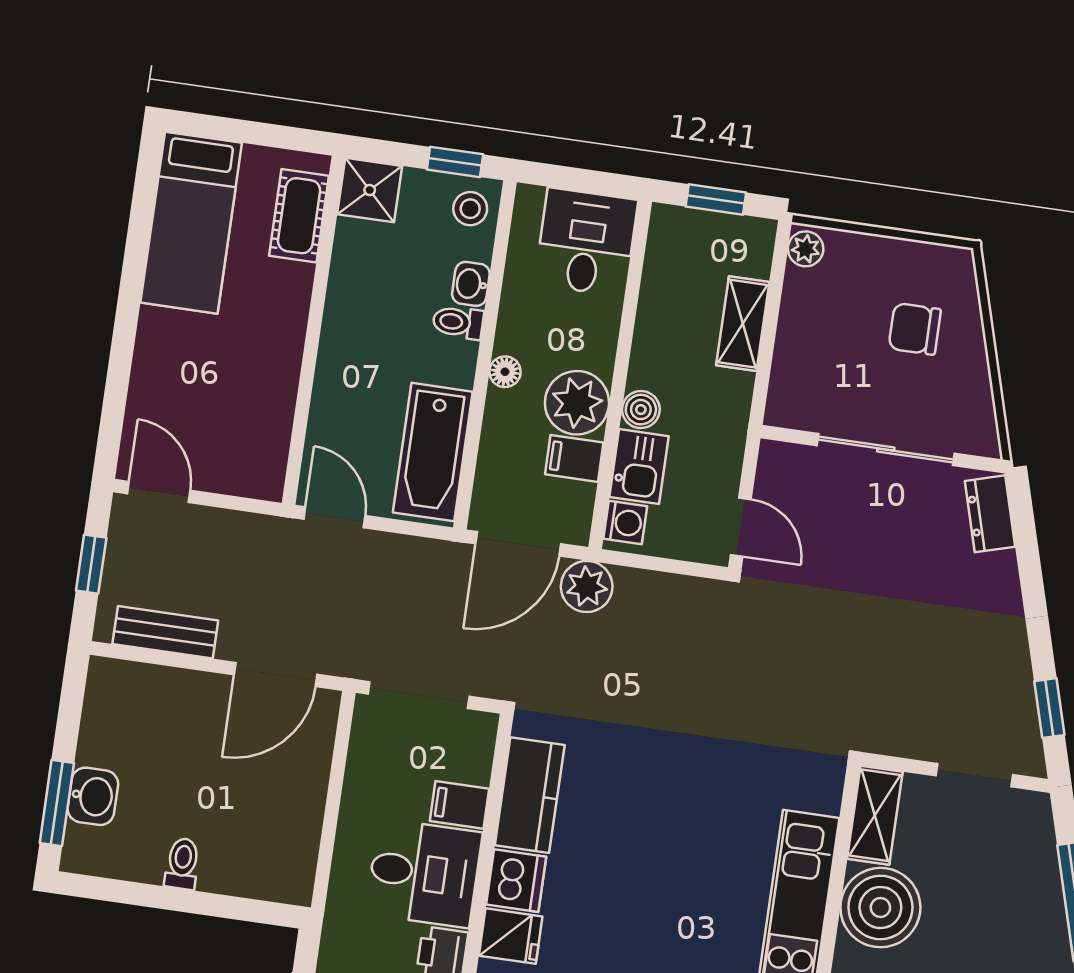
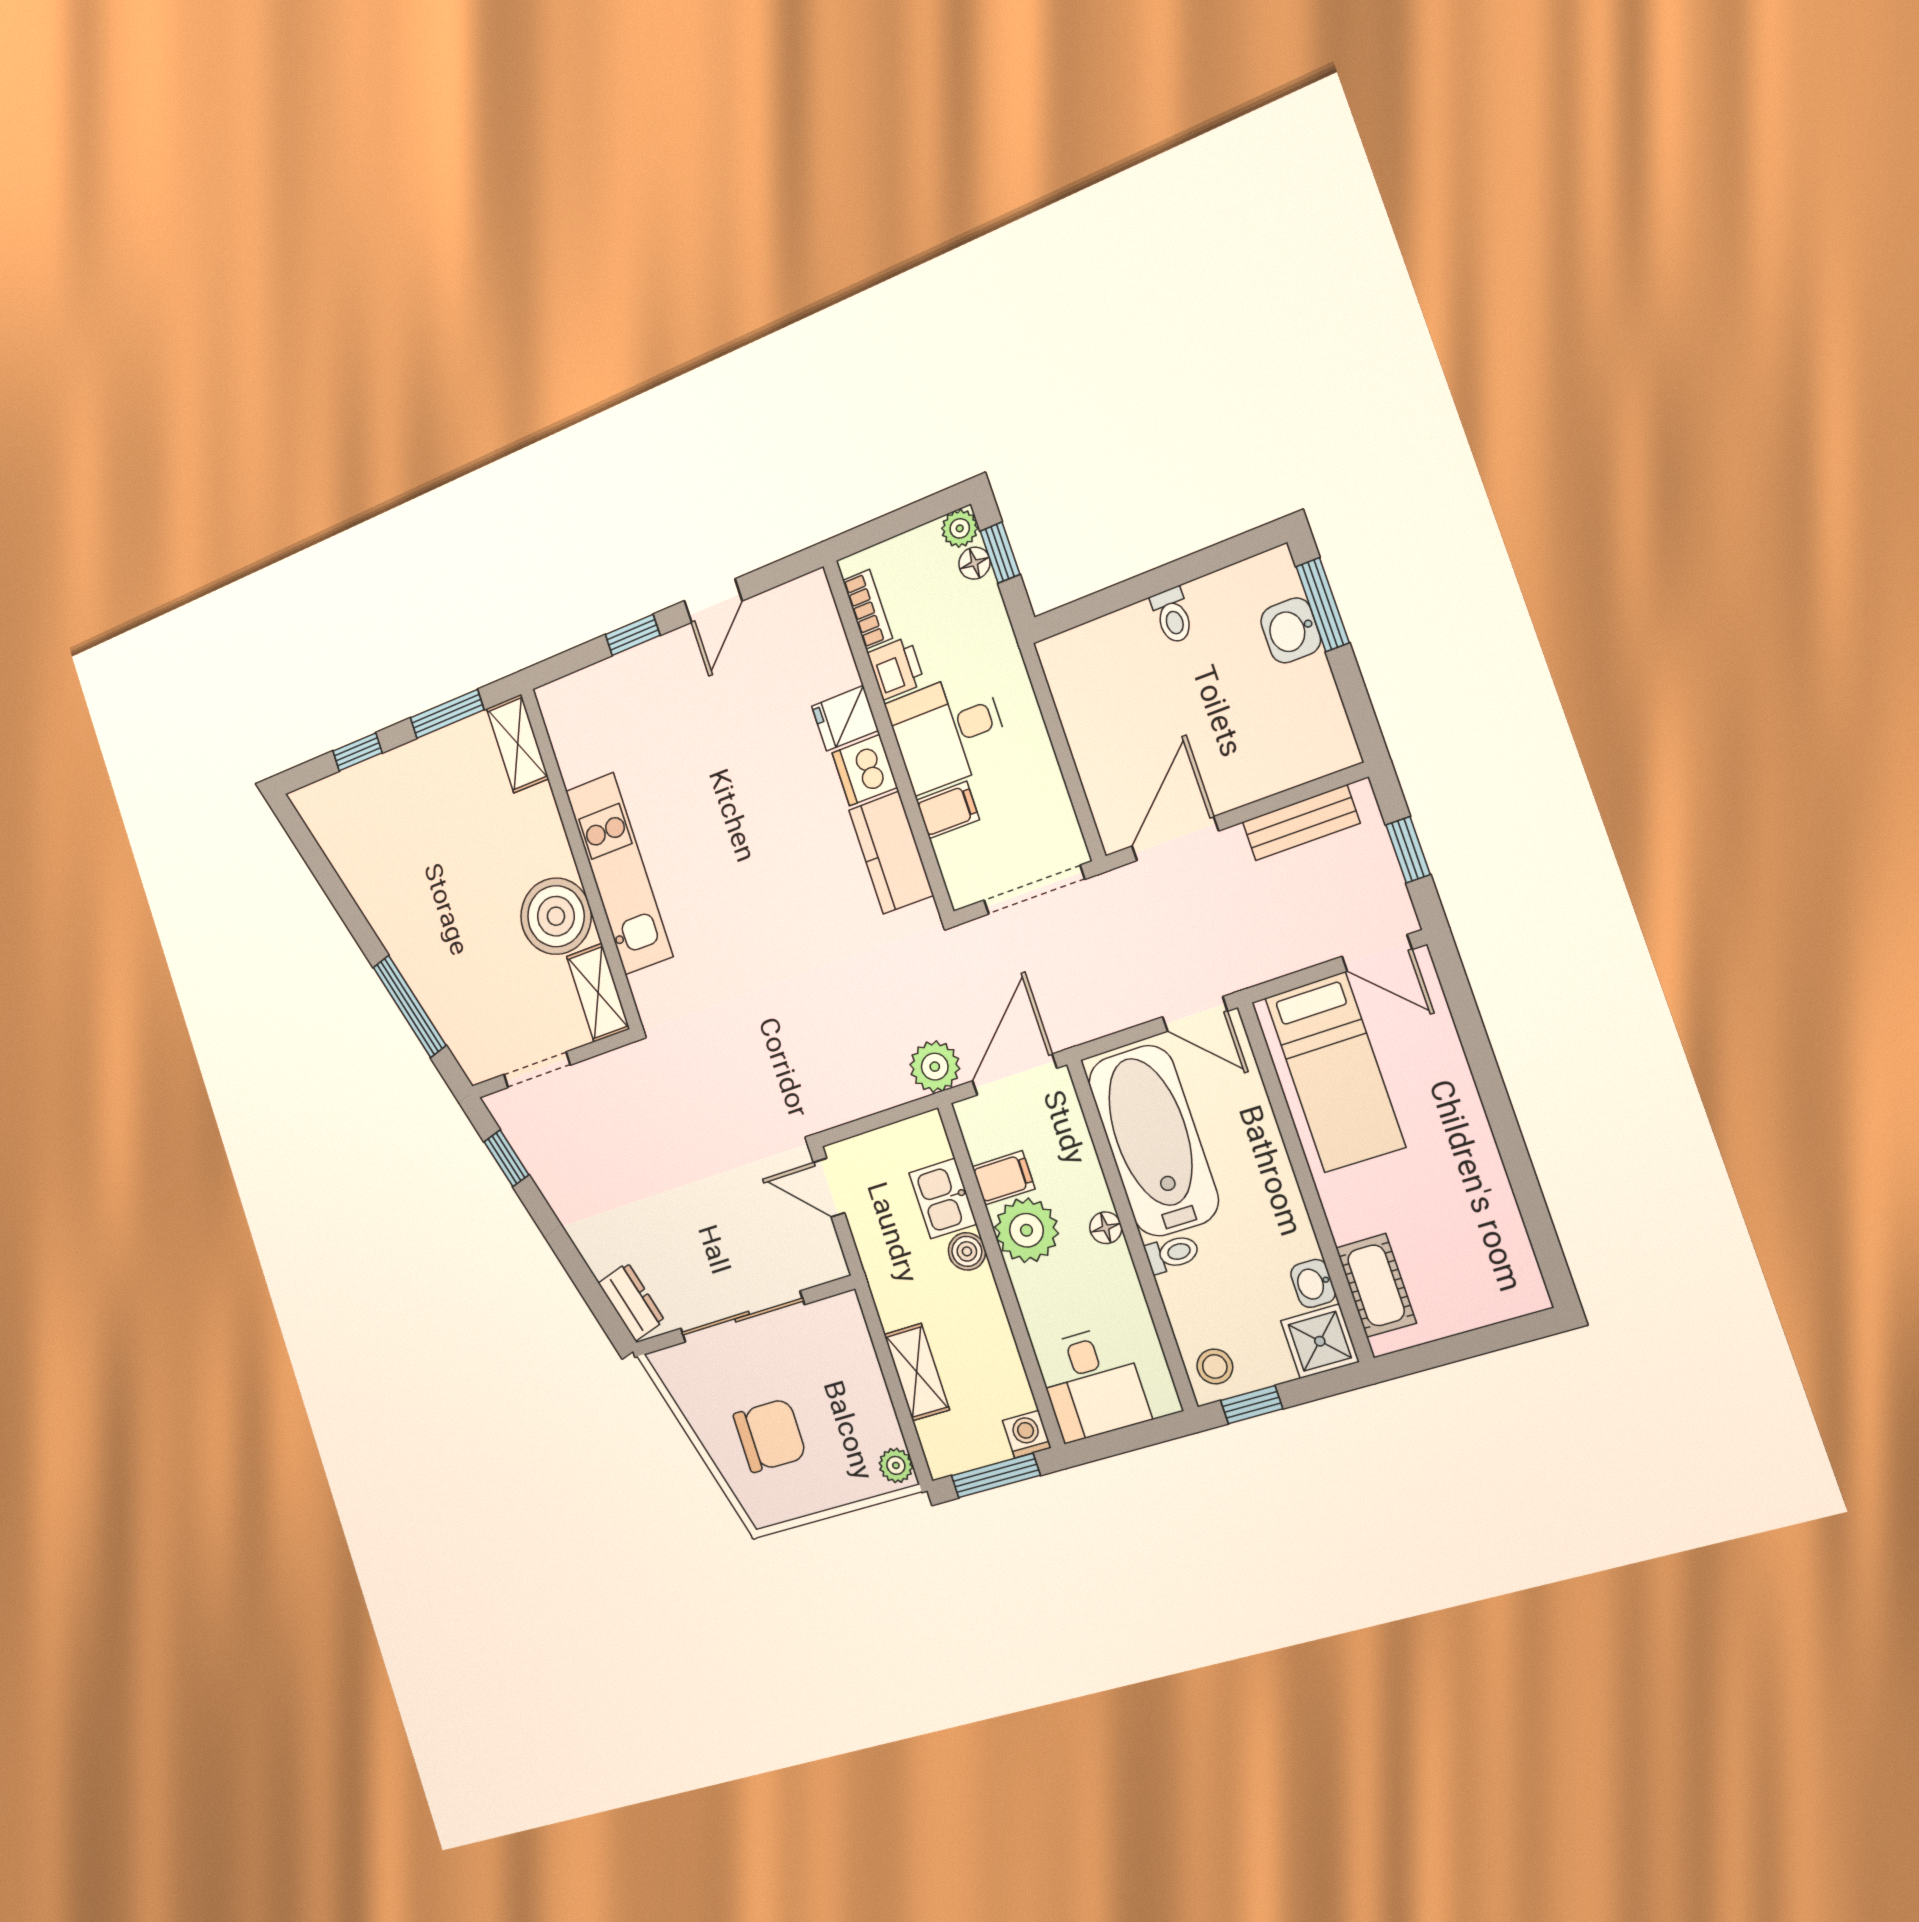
window: (716, 199) -> (996, 1476), width x1.50
bed: (191, 223) -> (1335, 1072), moved, turned 180
washbasin: (471, 284) -> (1313, 1283), moved, turned 180
chair: (915, 329) -> (770, 1436), width x1.37, depth x1.37
bathtub: (433, 452) -> (1153, 1141), width x1.36, depth x1.36
washing machine: (625, 523) -> (1027, 1434), moved, turned 90

